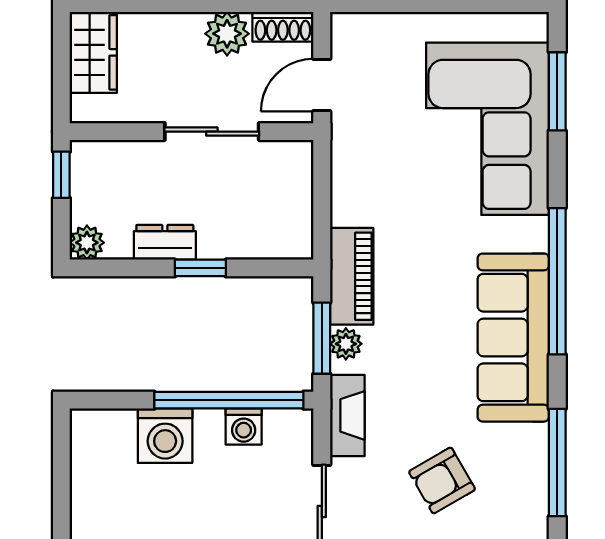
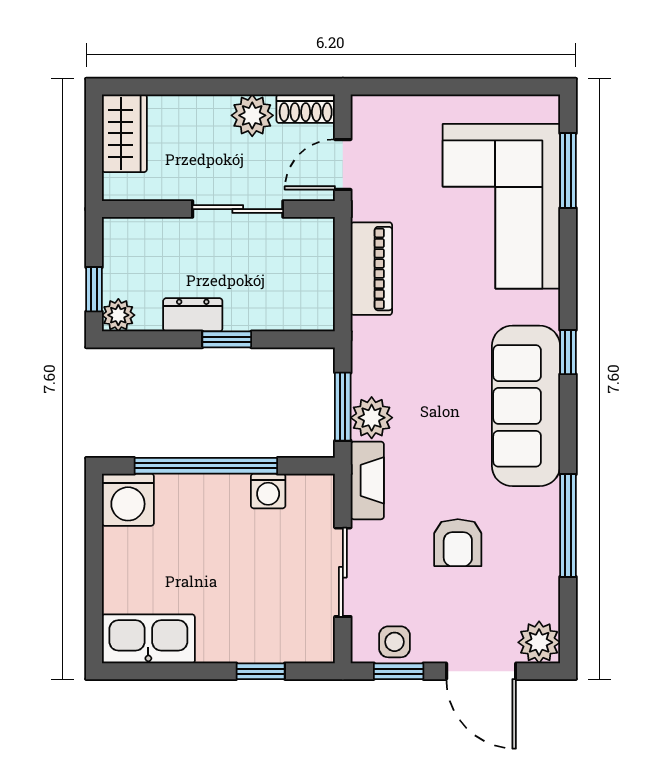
window: (61, 175) -> (94, 289), moved
piano: (352, 276) -> (371, 269), moved
window: (557, 281) -> (568, 352), width x0.32
plant: (346, 344) -> (372, 418), width x1.38, depth x1.38
window: (229, 400) -> (206, 466), moved
washing machine: (165, 436) -> (128, 500), moved
armchair: (442, 480) -> (458, 543), turned -60

